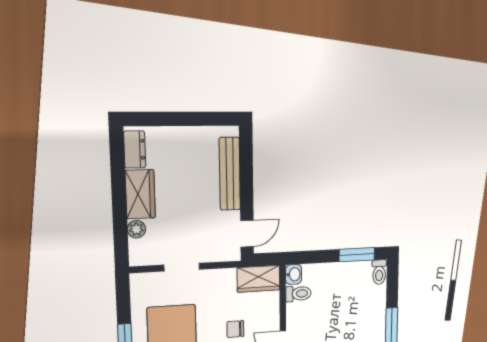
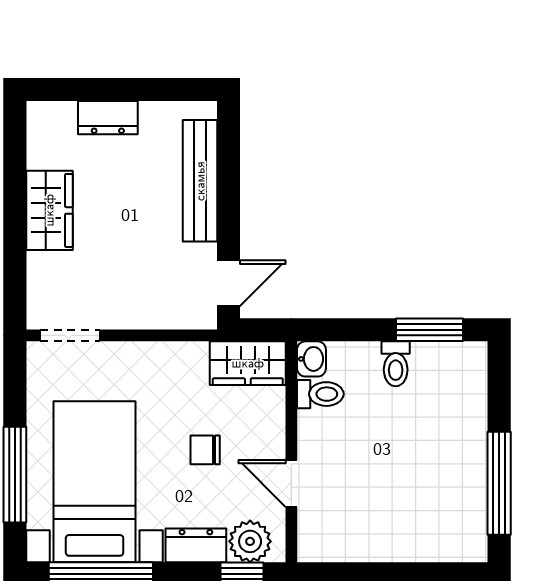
dresser: (135, 149) -> (108, 118), moved, turned 90
plant: (136, 229) -> (41, 268), removed
doorway: (182, 267) -> (70, 335), moved
toilet: (379, 272) -> (396, 364), moved

